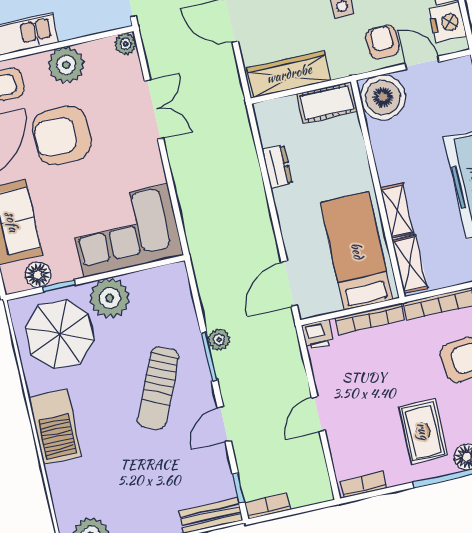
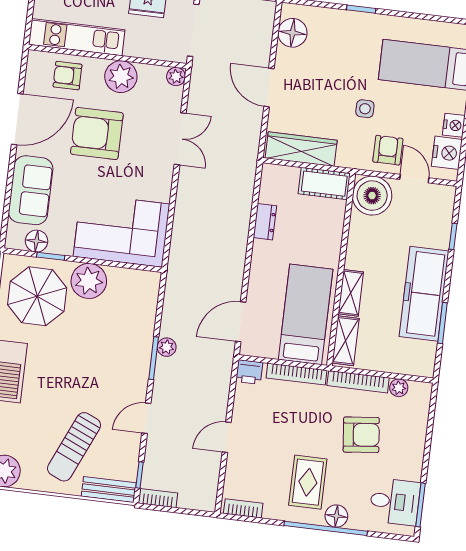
sun lounger: (158, 388) -> (74, 447), moved

